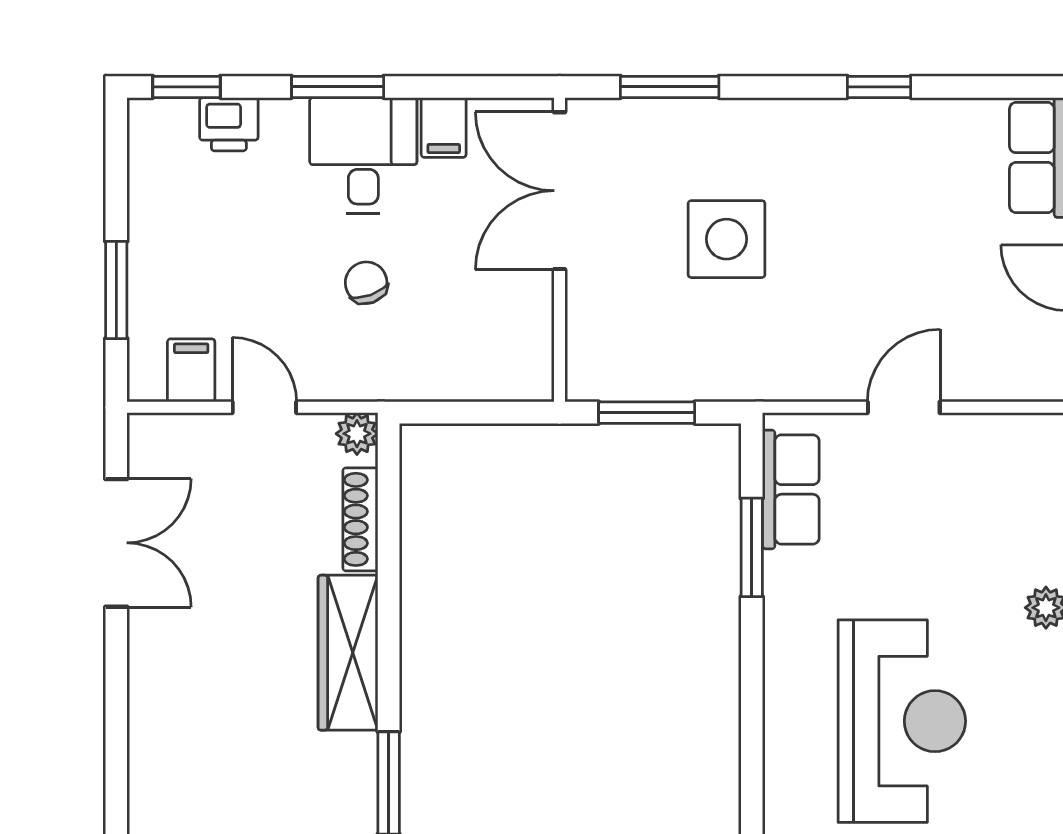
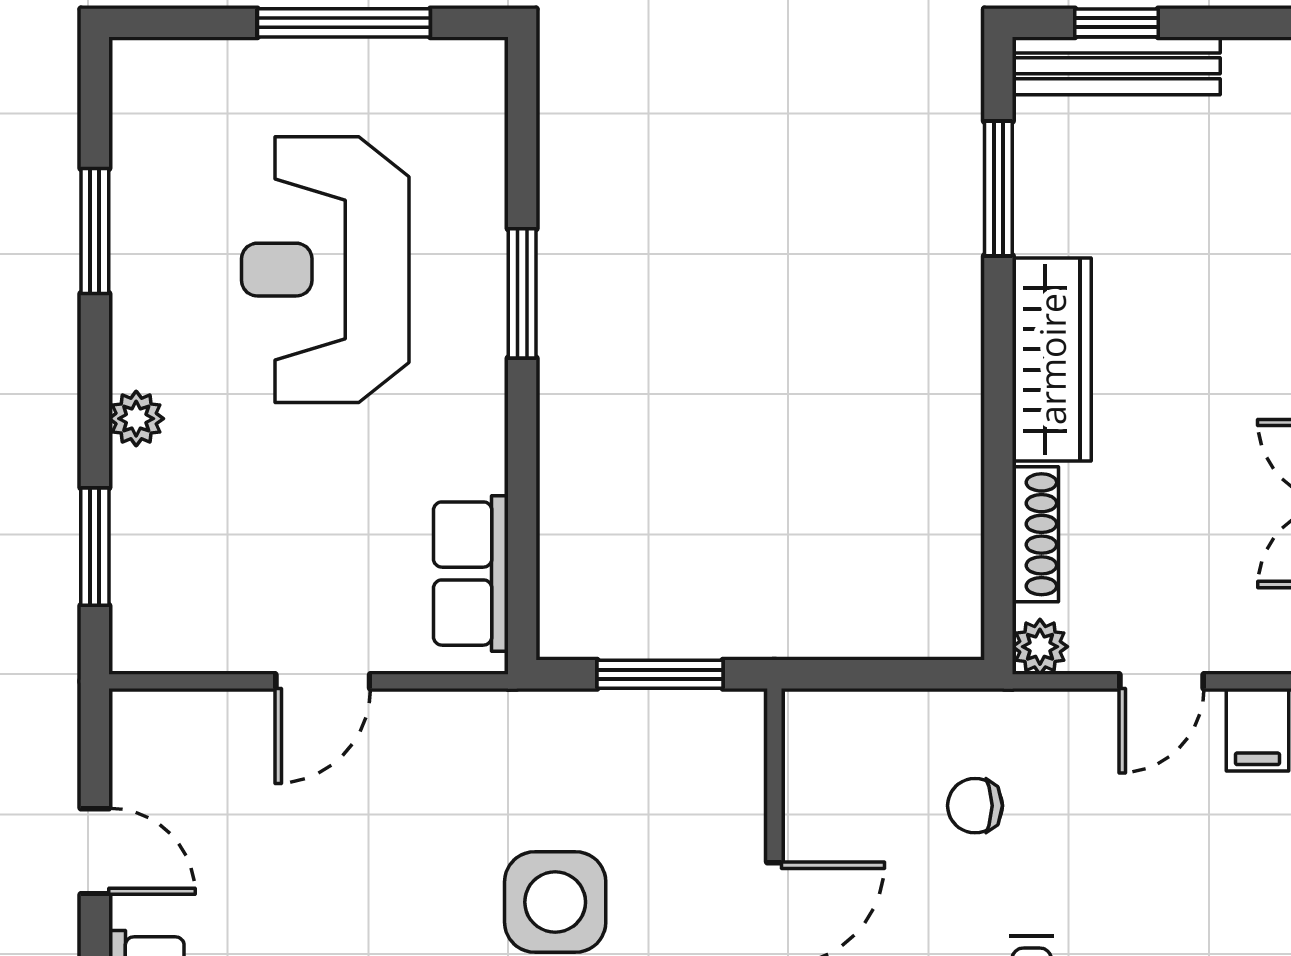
chair: (366, 283) -> (975, 806), moved, turned 110
door: (264, 407) -> (1161, 681), hinge flipped
window: (752, 547) -> (522, 293), moved

